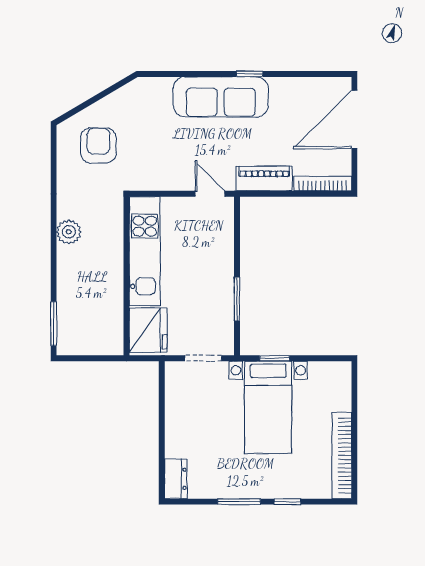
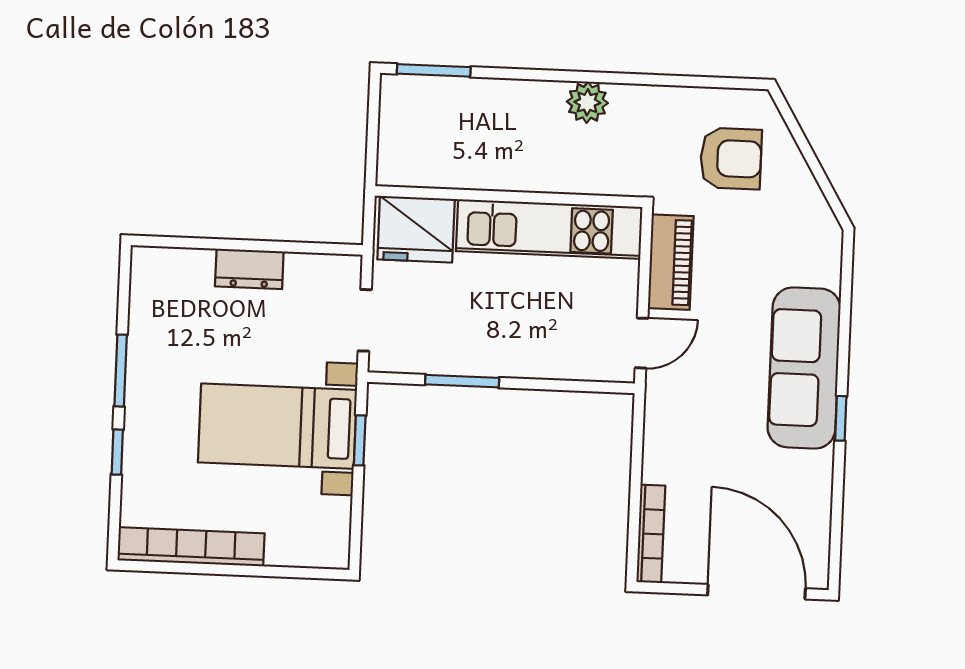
piano: (264, 179) -> (671, 262), moved
dresser: (176, 479) -> (249, 269), moved

